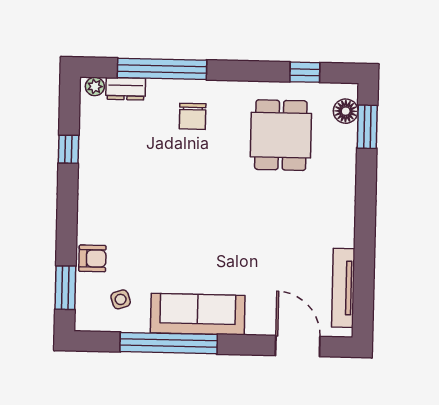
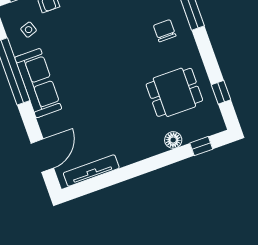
floor lamp: (346, 111) -> (173, 140), moved
chair: (193, 116) -> (165, 31), turned 90
window: (367, 127) -> (201, 146), width x0.67

